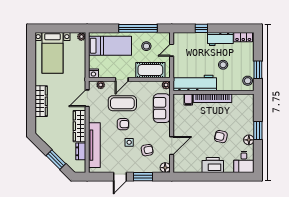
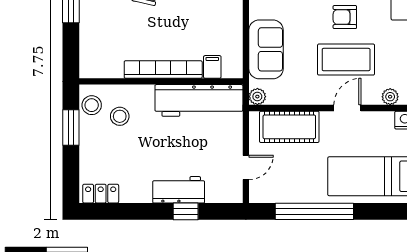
workbench: (220, 39) -> (179, 190), moved
stool: (146, 46) -> (297, 175), removed
stool: (223, 65) -> (120, 116), moved

